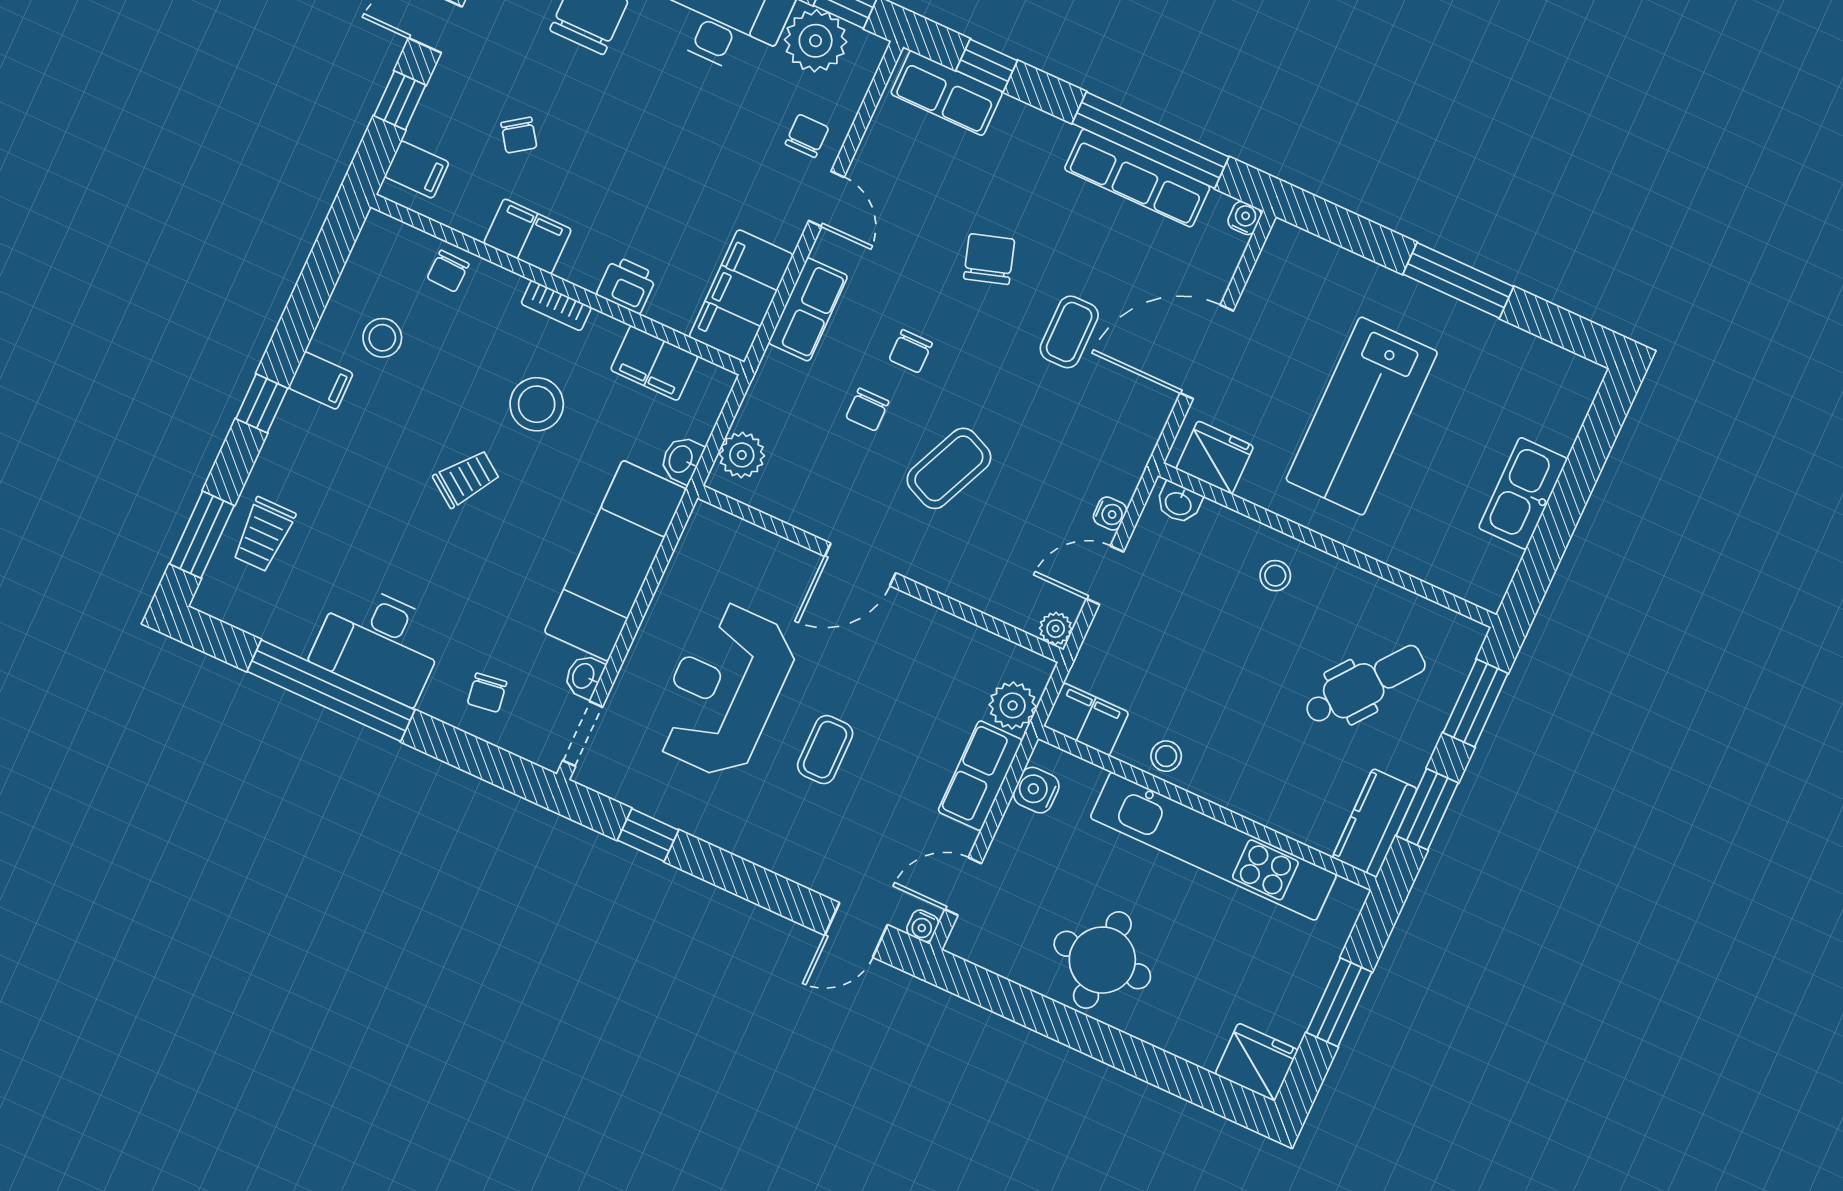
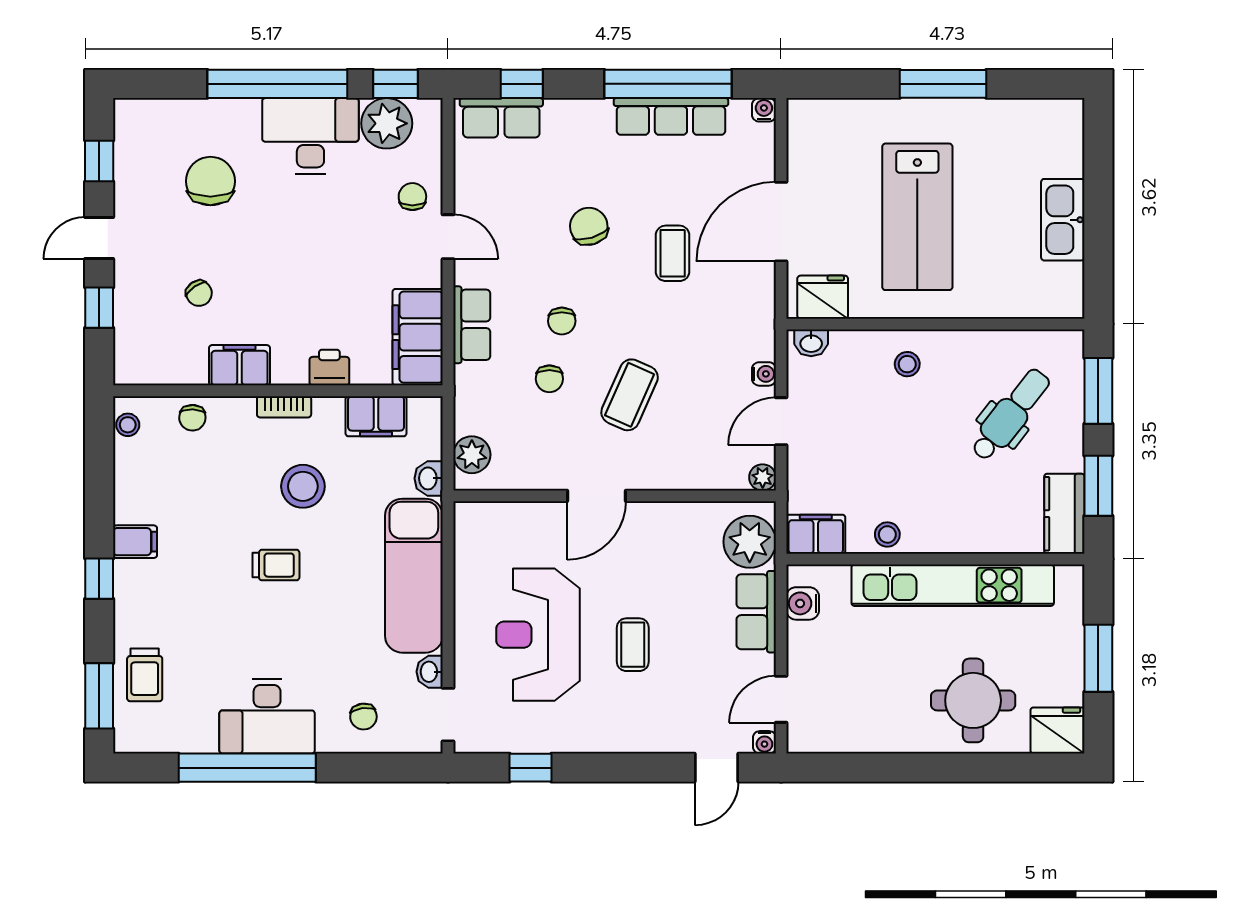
filing cabinet: (417, 169) -> (135, 353), removed
stool: (382, 338) -> (128, 425), moved, width x0.73, depth x0.73
trolley: (466, 478) -> (276, 565), turned 54
plant: (1013, 705) -> (750, 542), width x1.36, depth x1.36
round table: (1102, 960) -> (973, 700), moved

